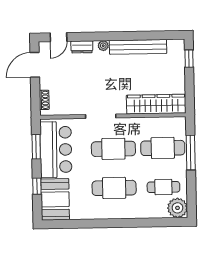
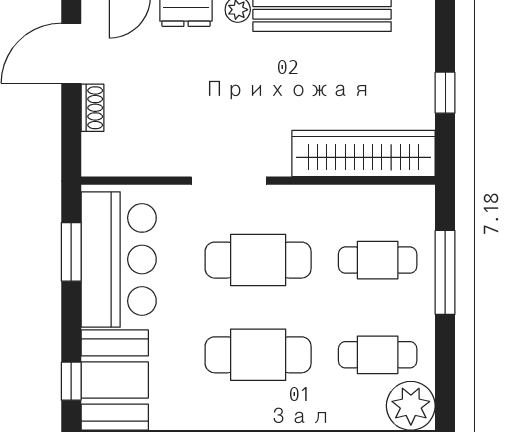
window: (189, 59) -> (445, 93), moved
shoe rack: (44, 100) -> (92, 108), moved
cafe table: (163, 148) -> (378, 260), width x0.73, depth x0.74
window: (37, 186) -> (71, 381), moved

